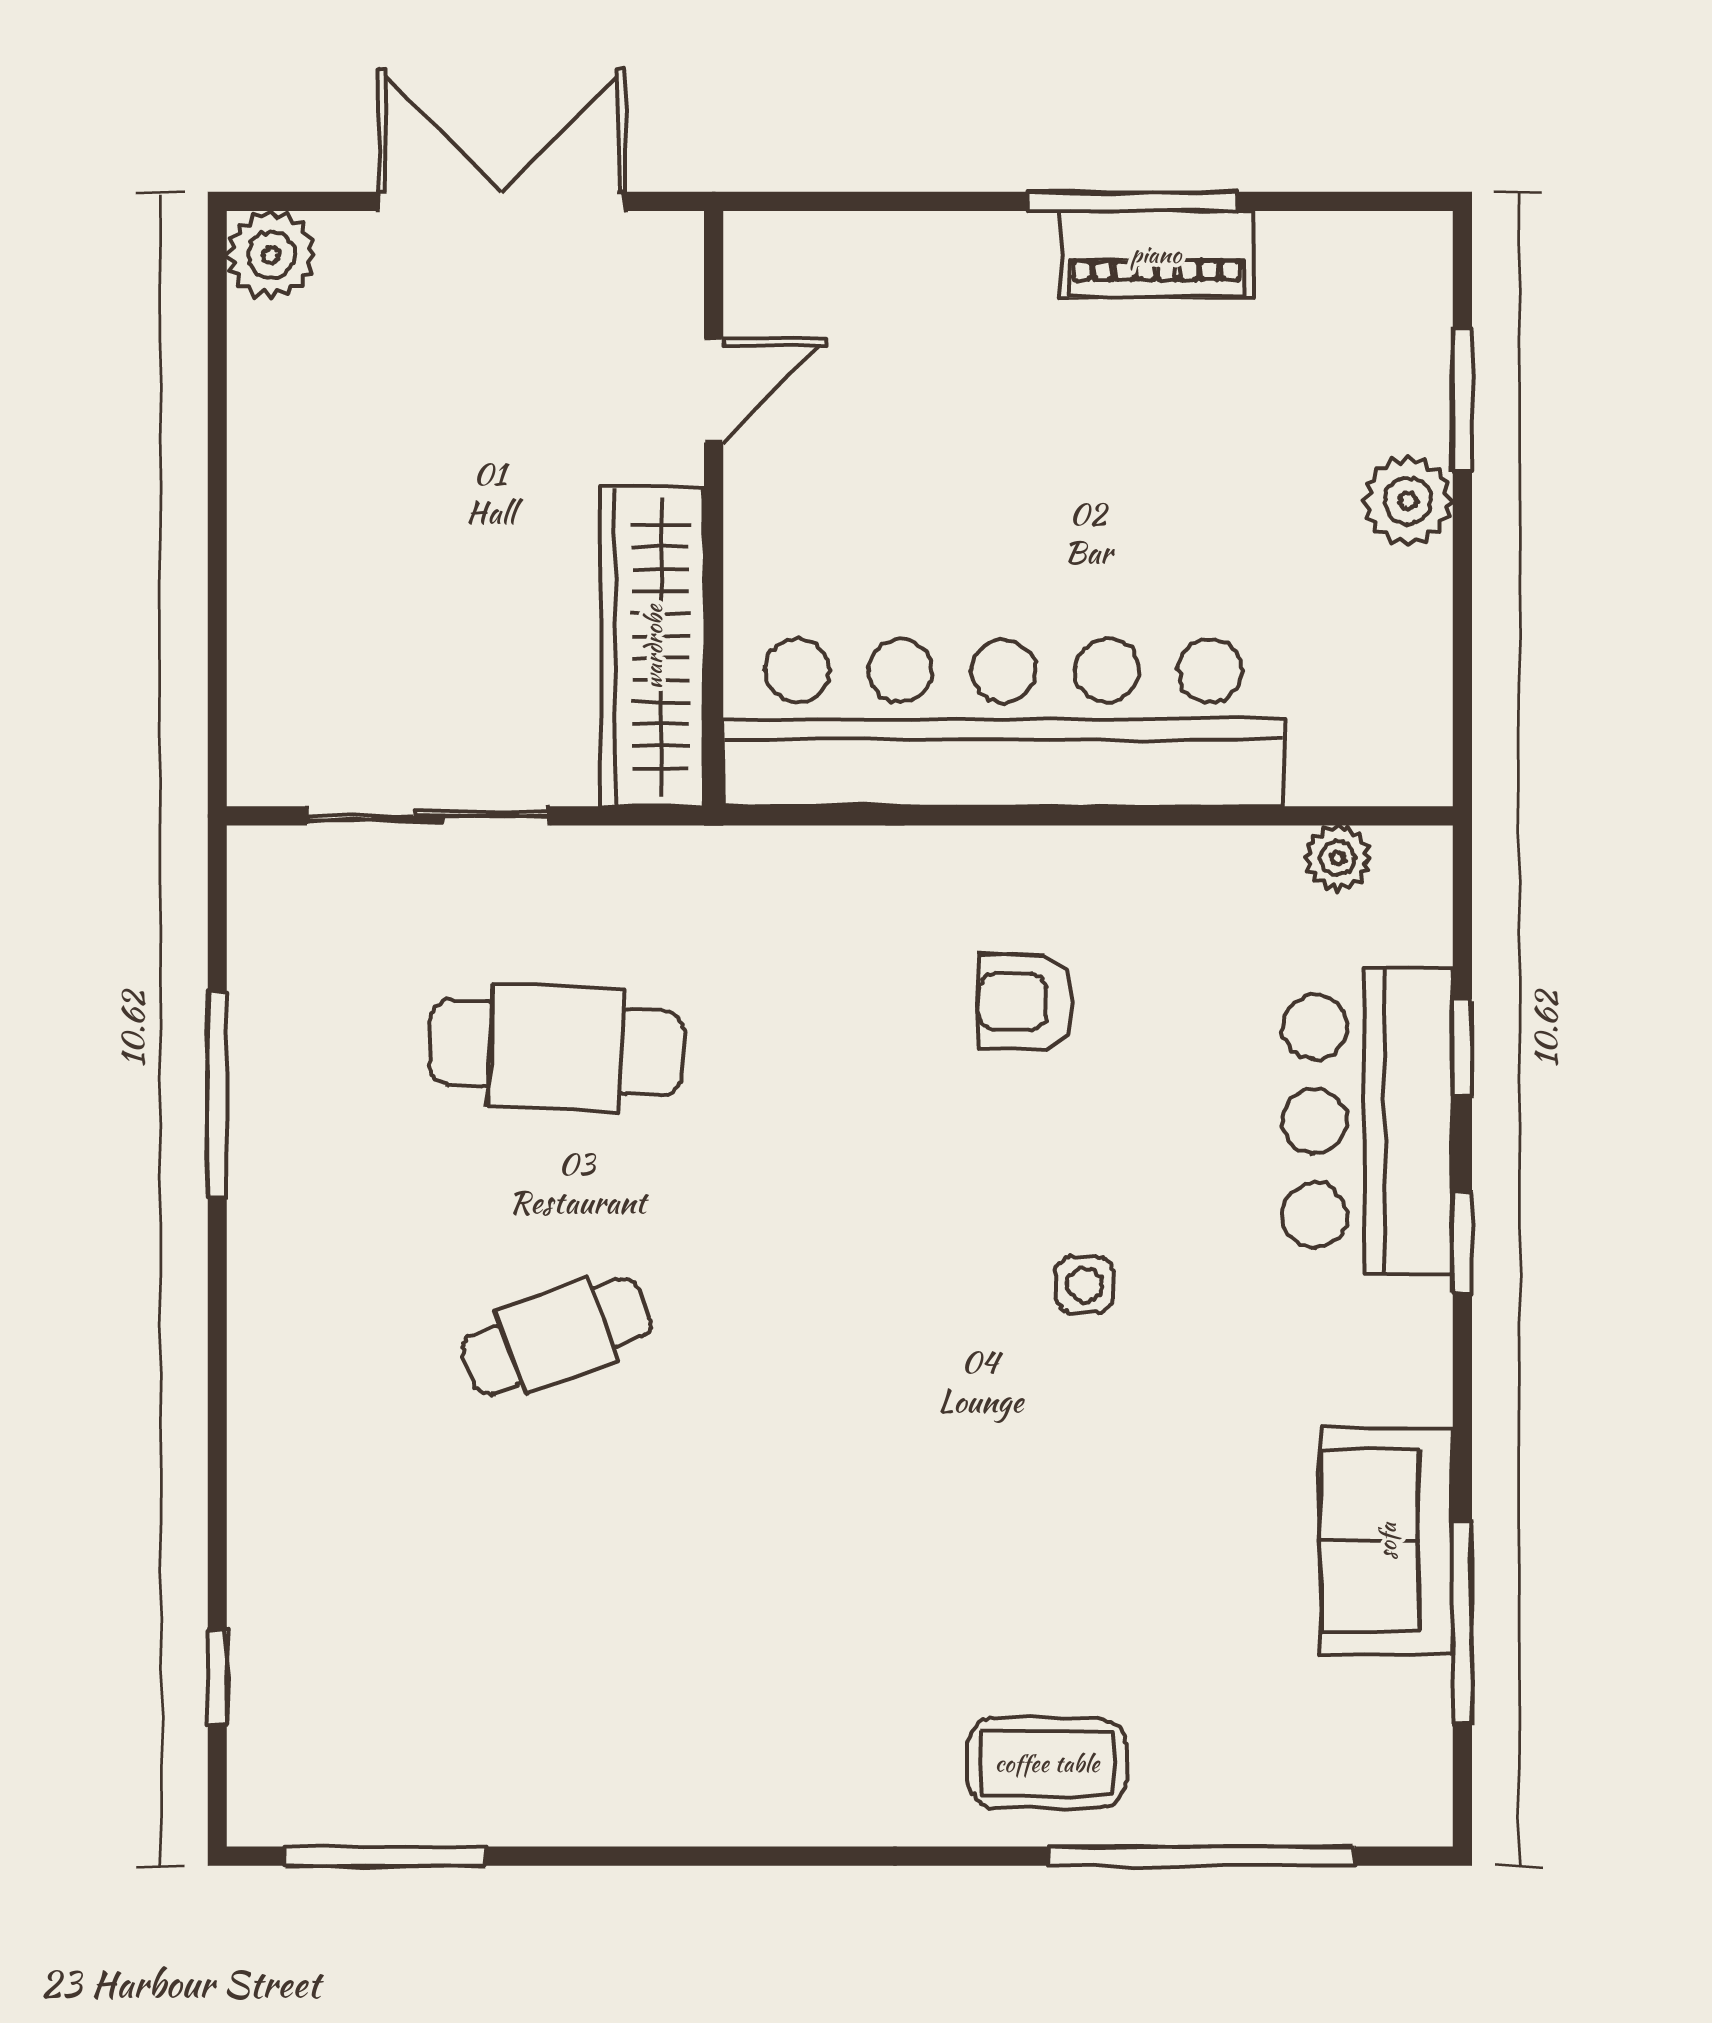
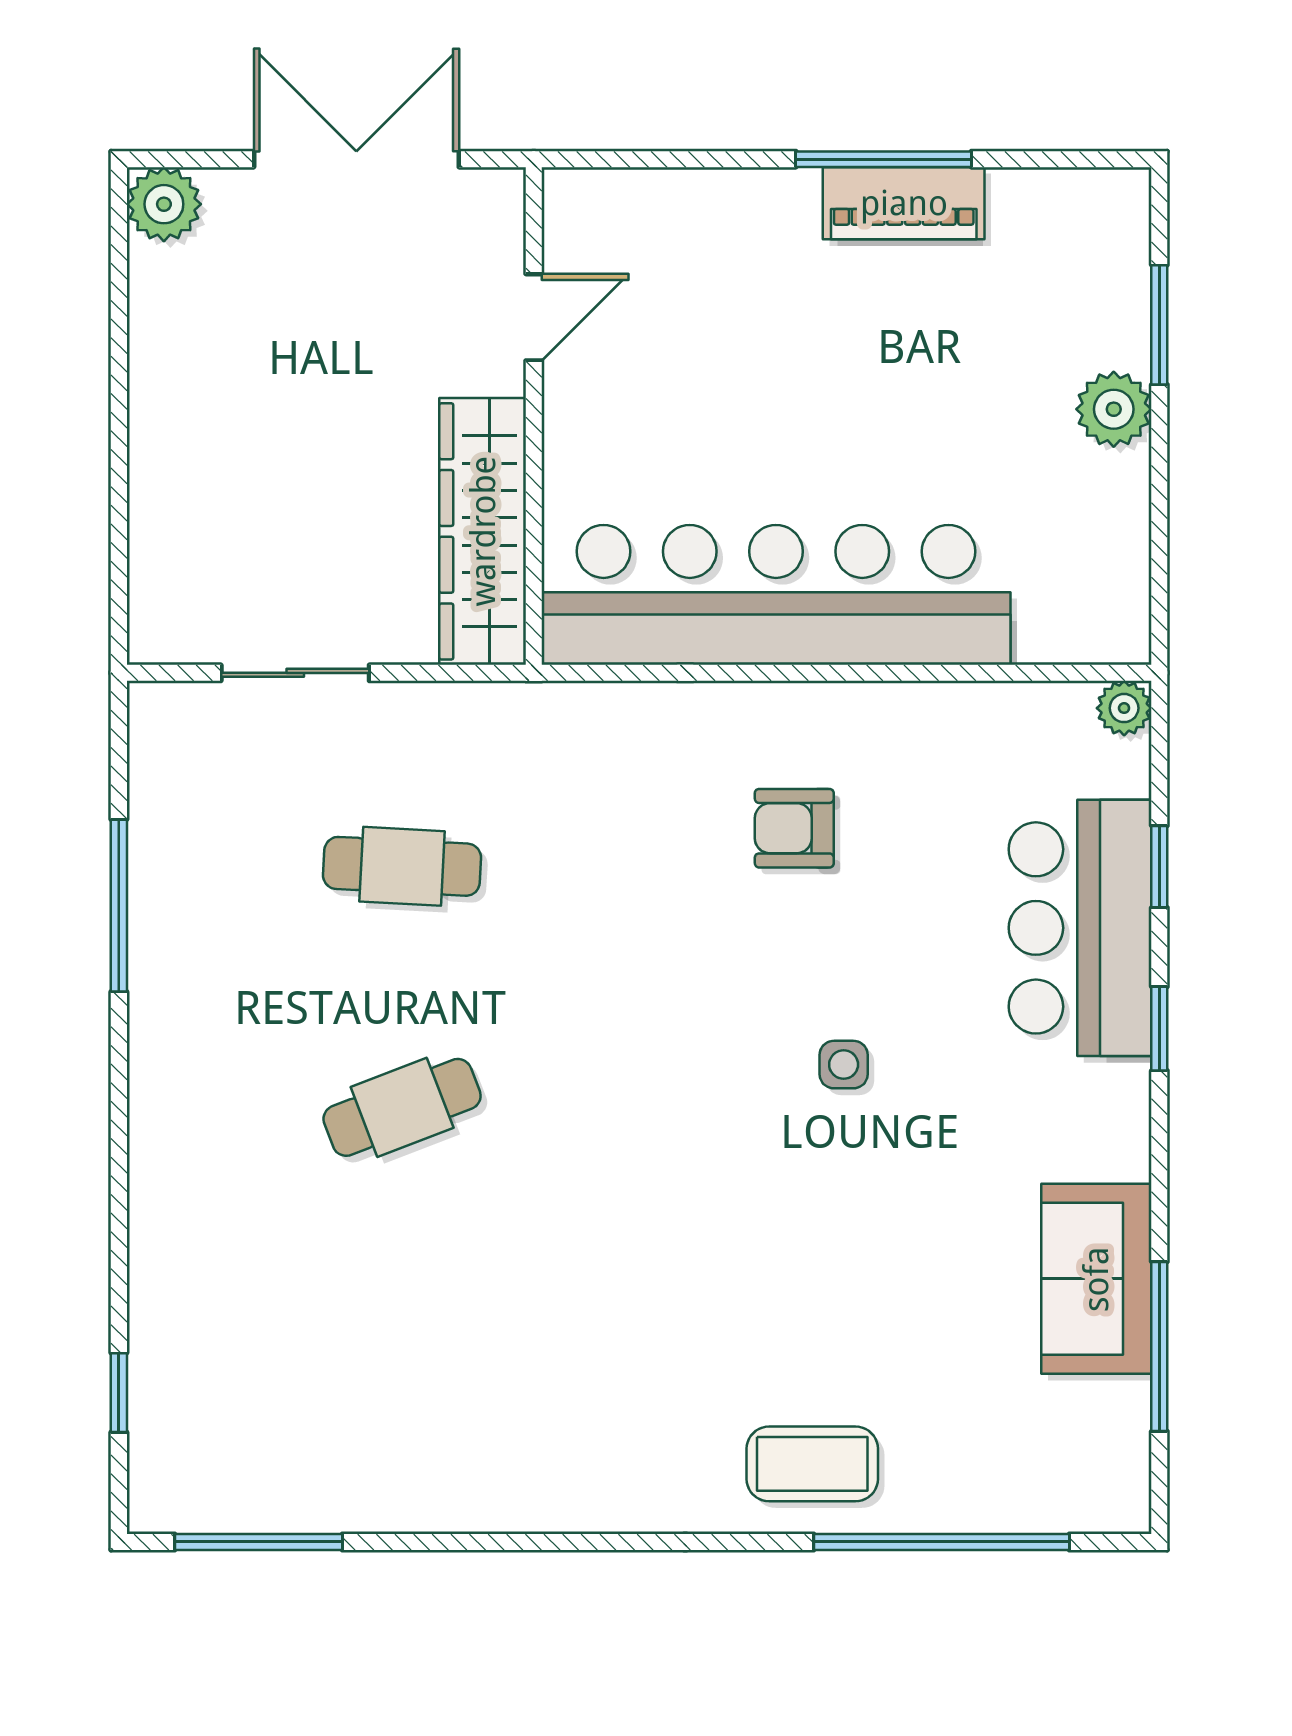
sliding door: (428, 816) -> (295, 673), width x0.73
plant: (1337, 858) -> (1124, 708), moved
cafe table: (556, 1048) -> (402, 866), width x0.73, depth x0.74

